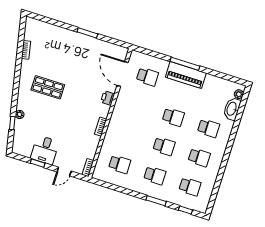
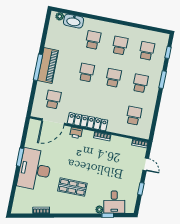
desk: (72, 48) -> (35, 169), added
shop shelf: (48, 87) -> (72, 187), turned 90
locker: (119, 112) -> (88, 122), added
desk: (45, 150) -> (114, 202), moved, turned 78

